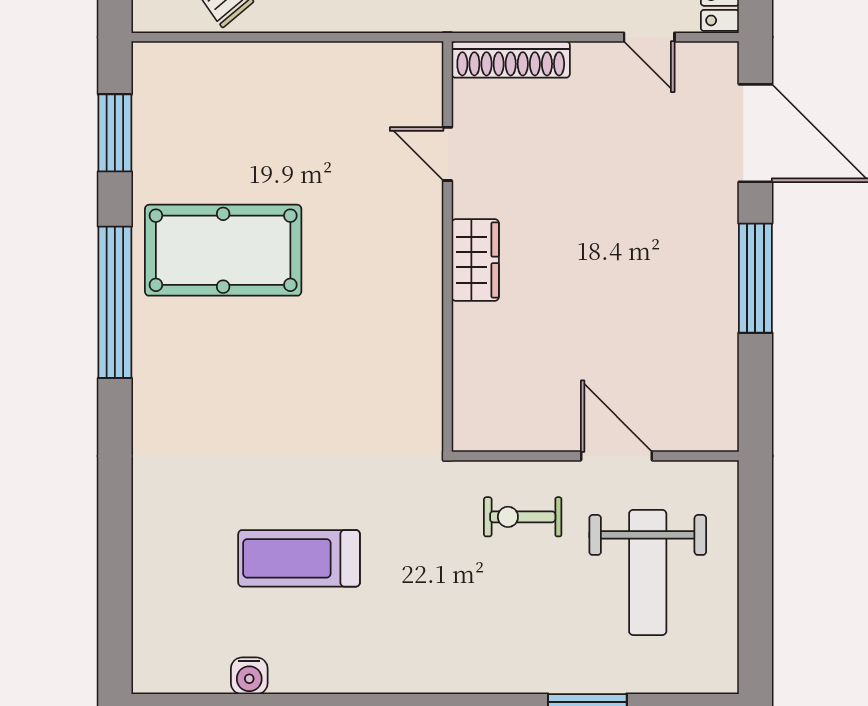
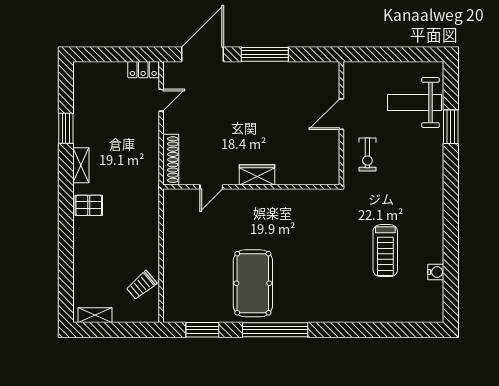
weight bench: (648, 572) -> (414, 103), moved, turned 180

